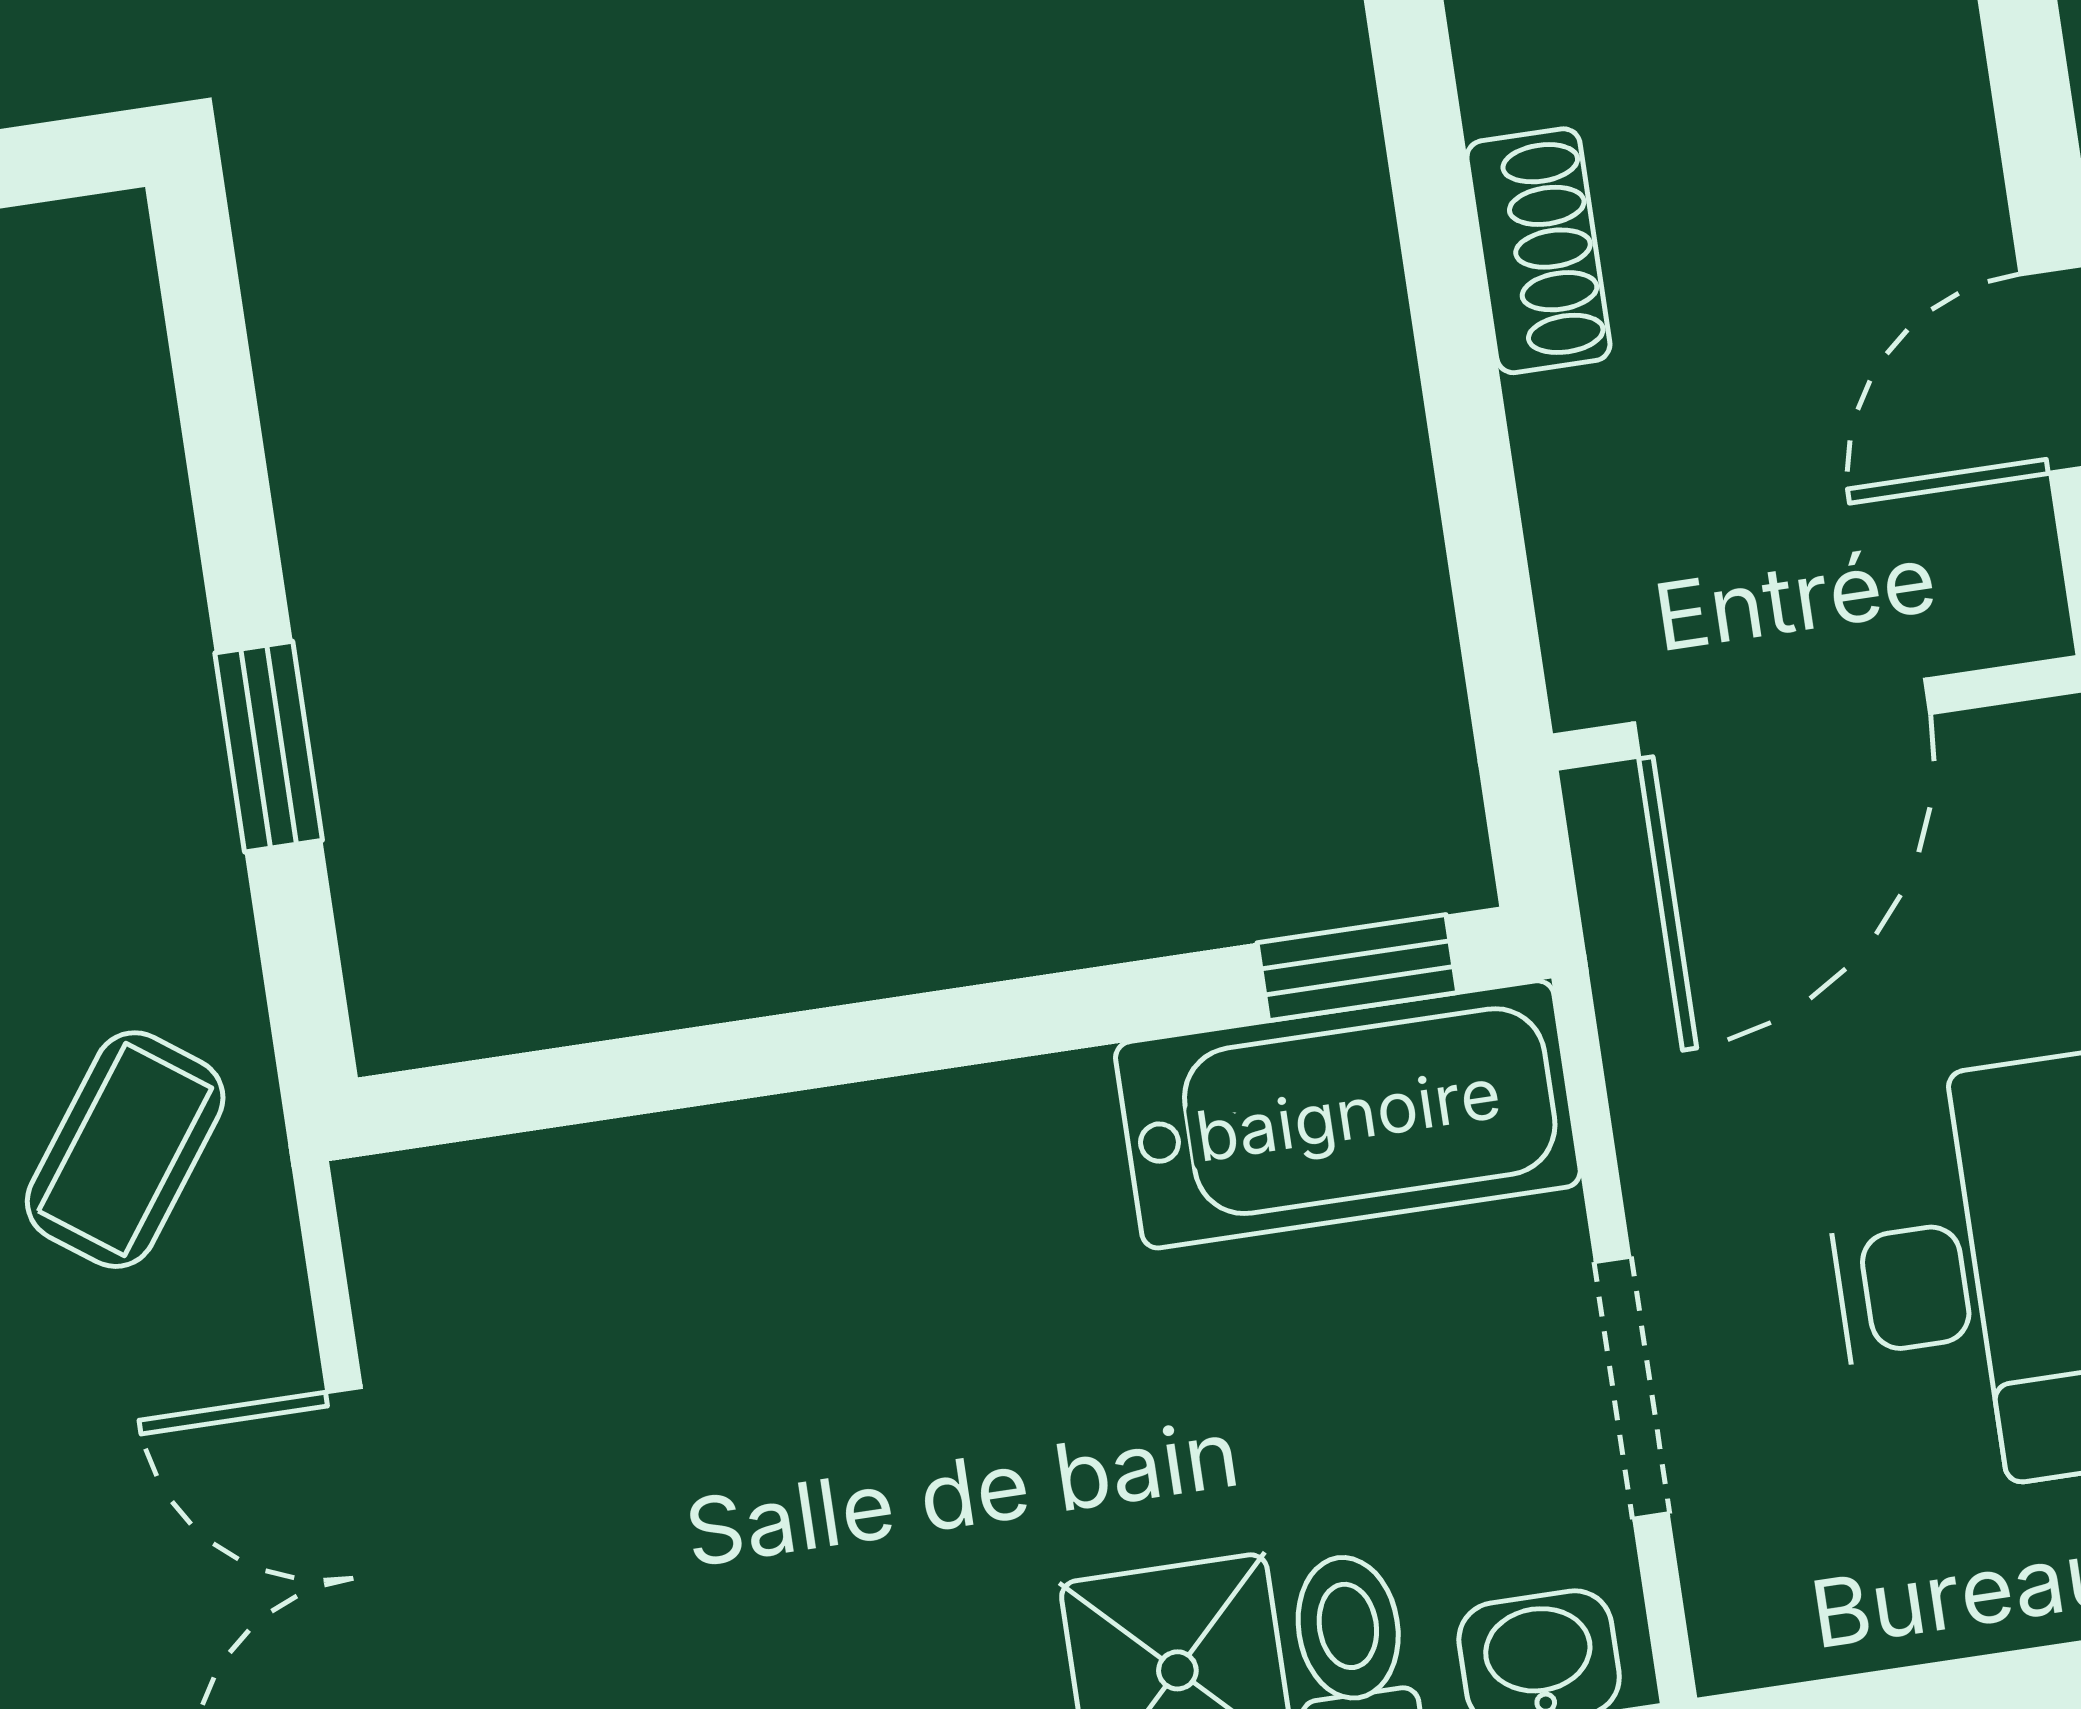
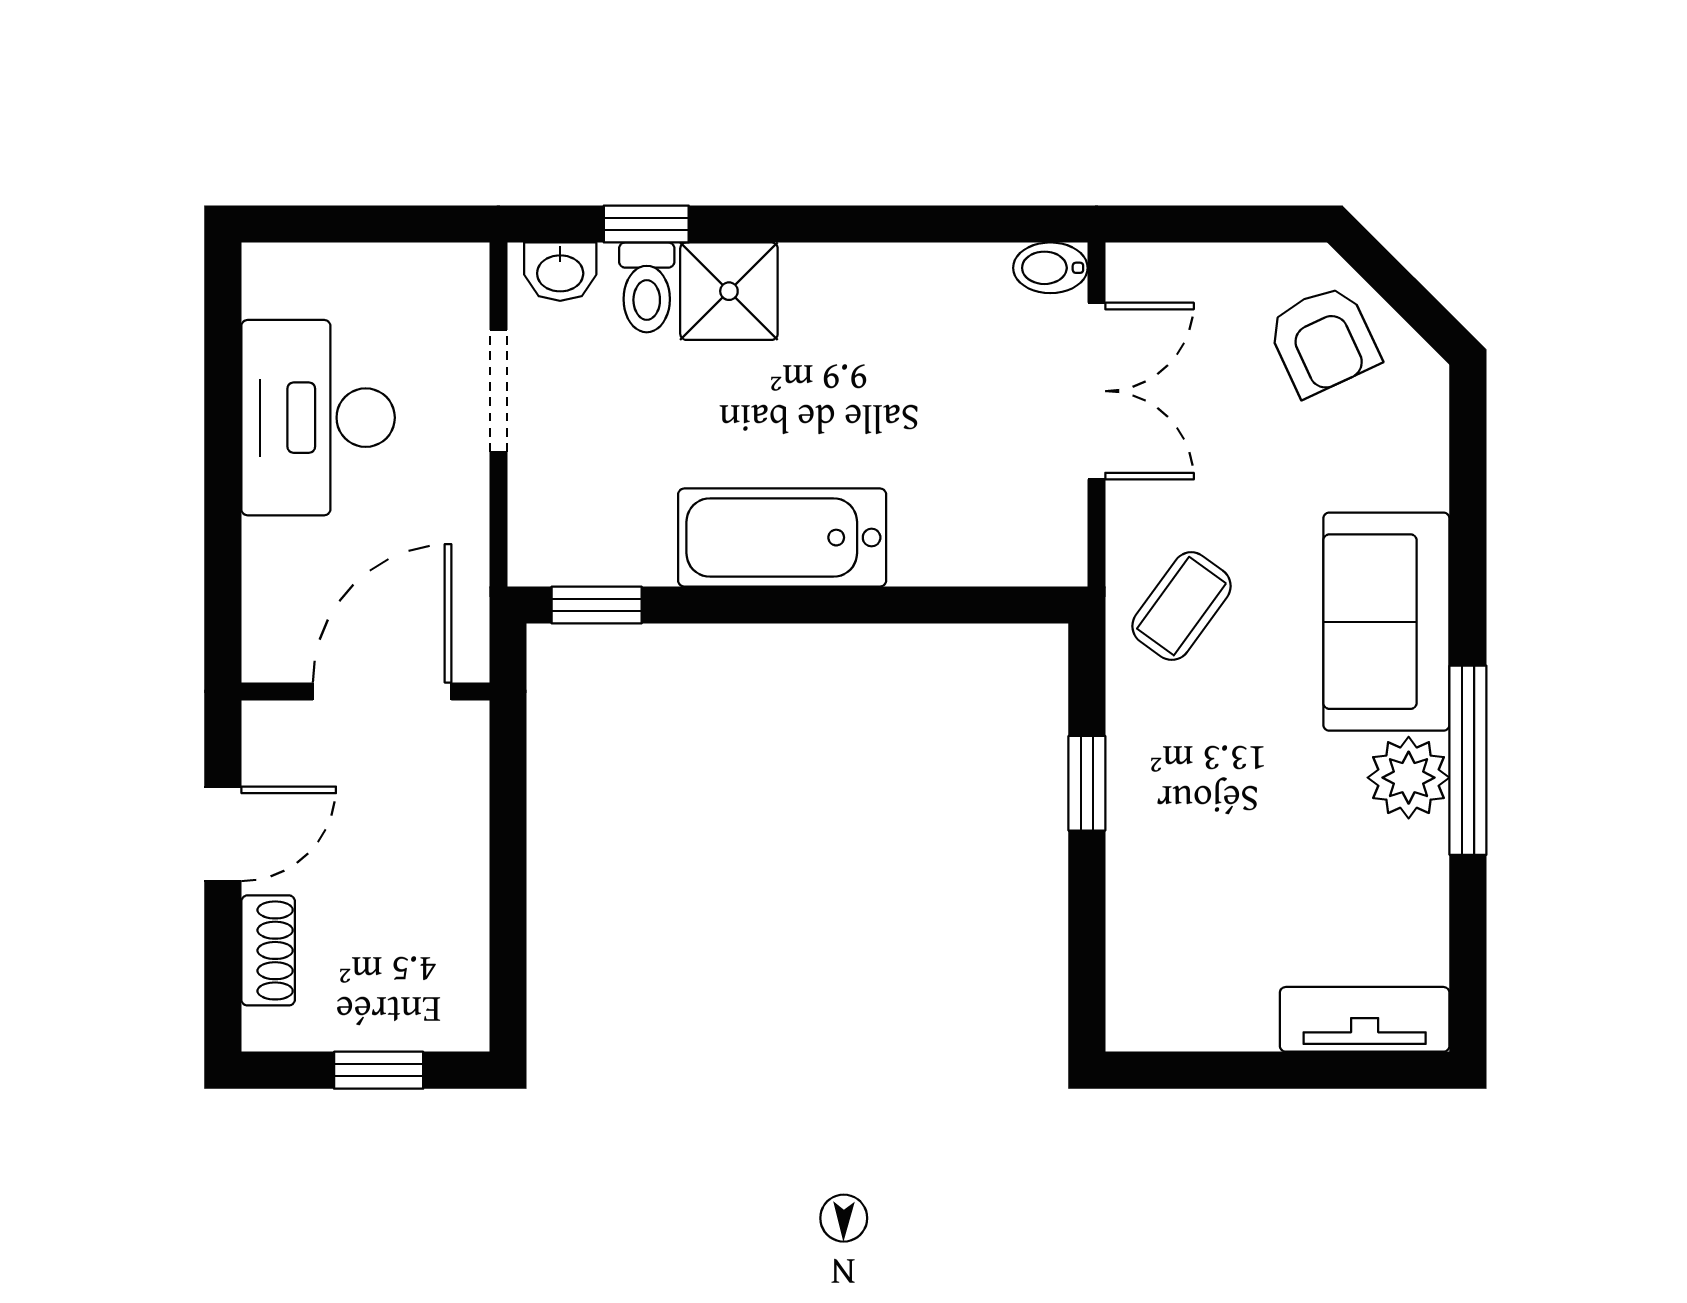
shoe rack: (1538, 251) -> (268, 950), moved, turned 180
bathtub: (1348, 1114) -> (782, 538), moved

